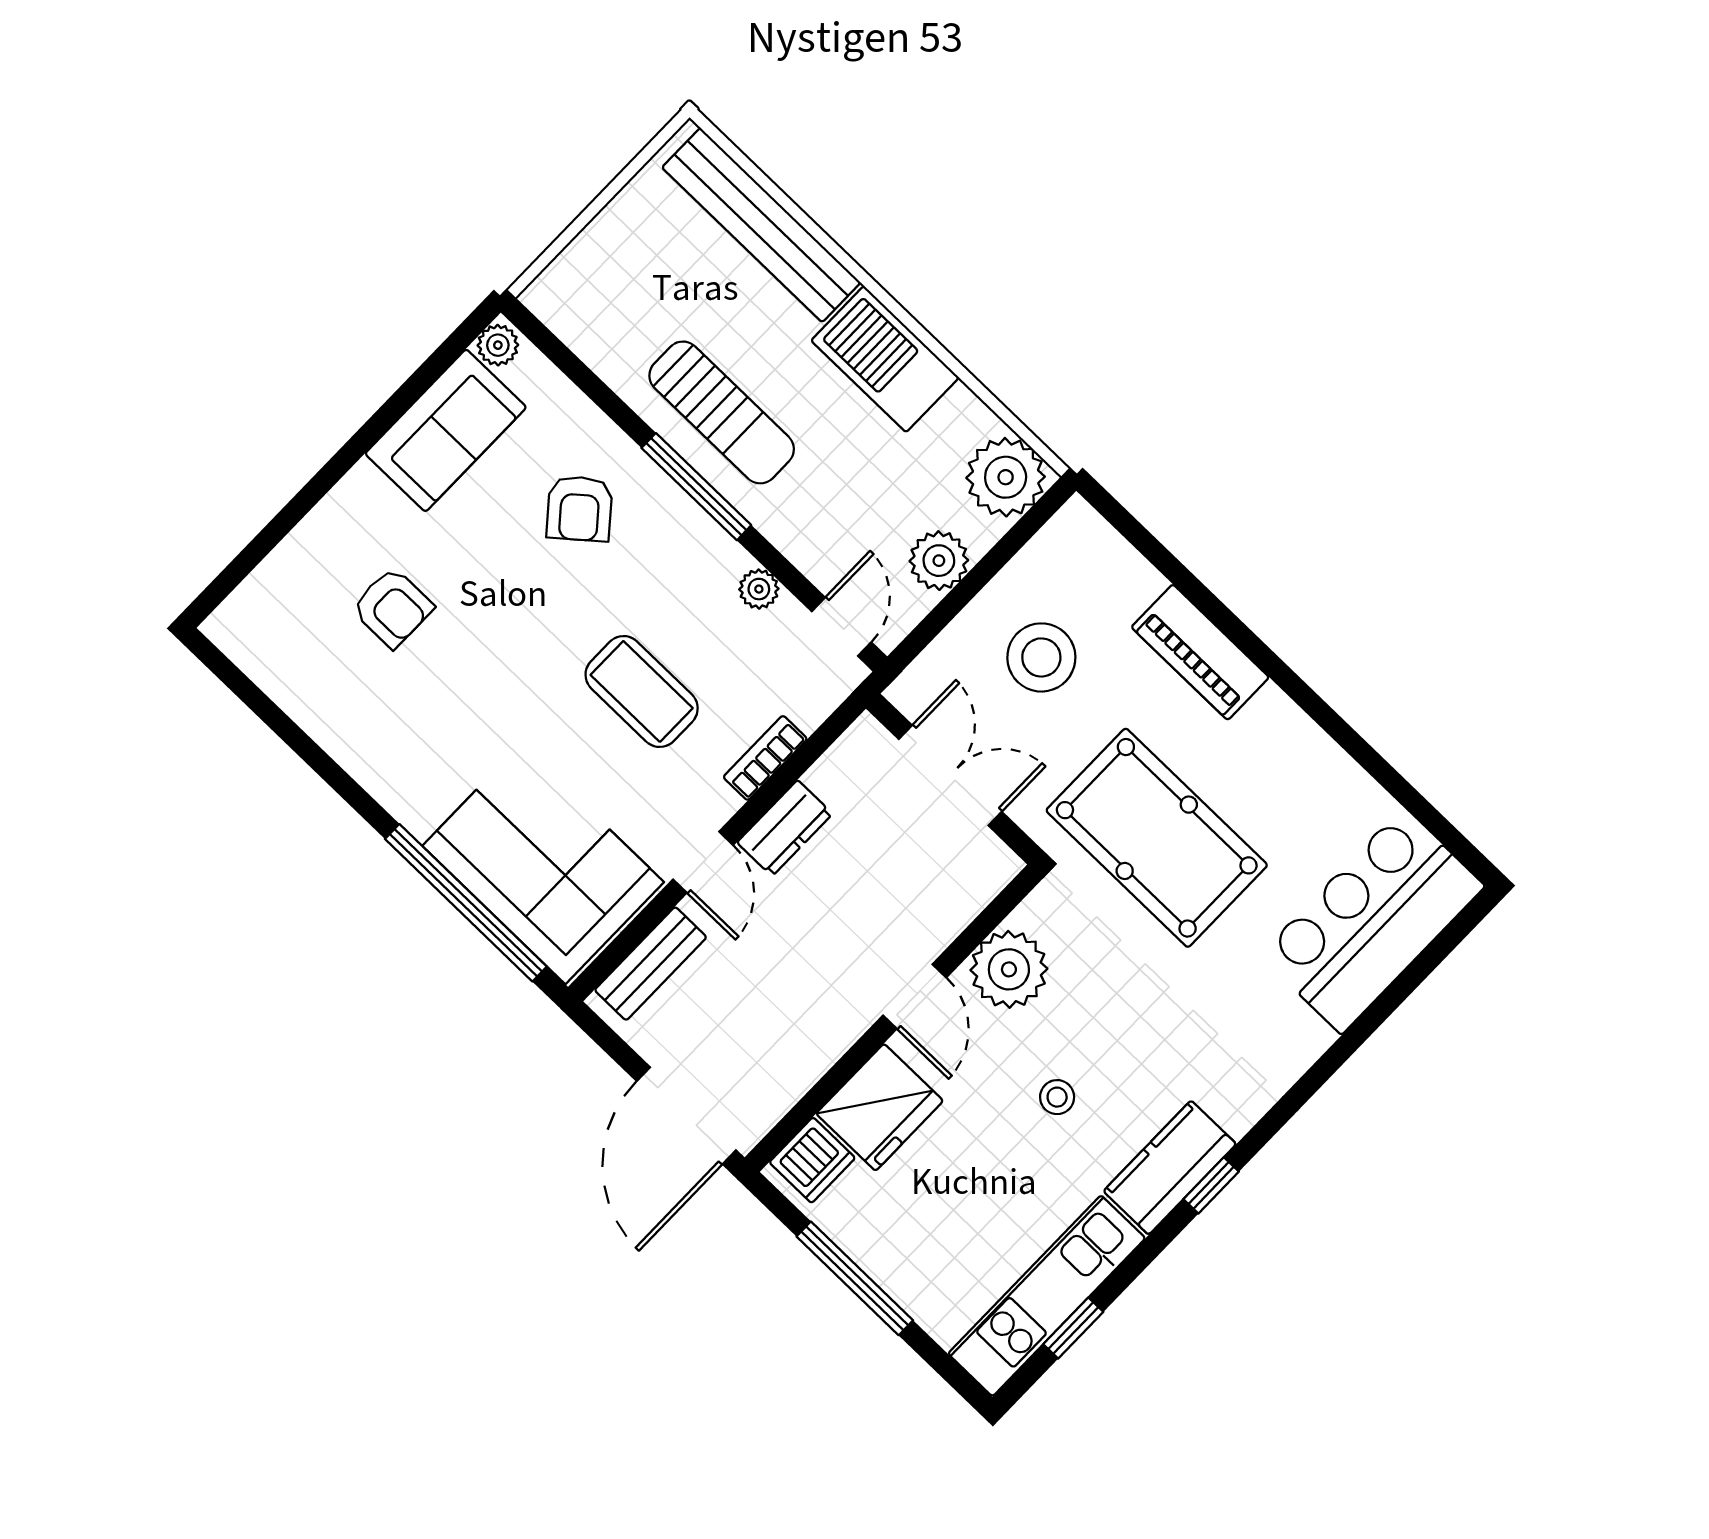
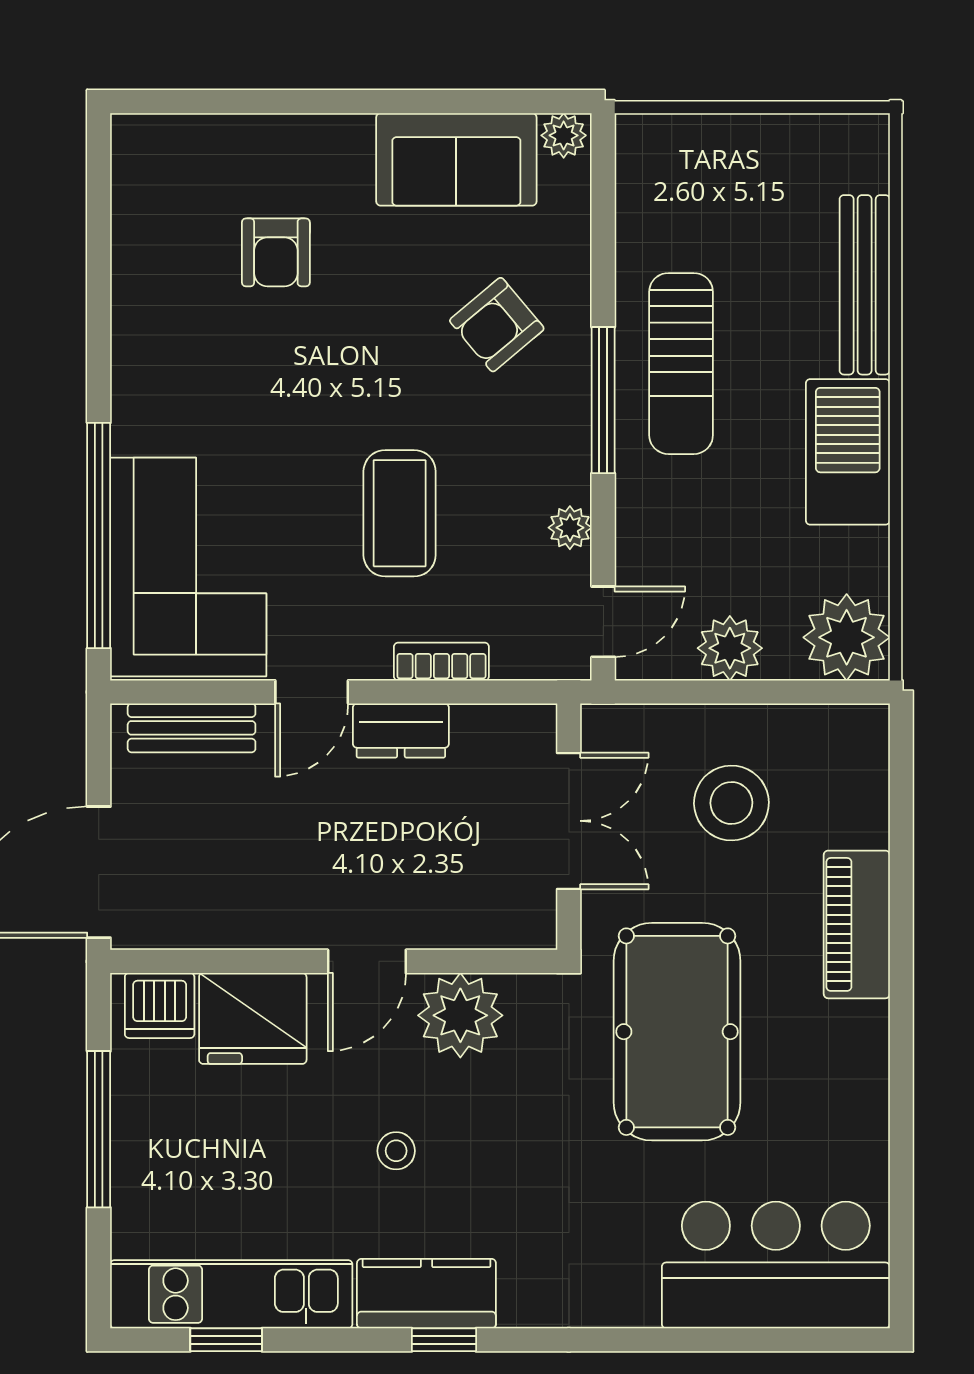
bench: (761, 225) -> (865, 285), width x0.73, depth x0.82

